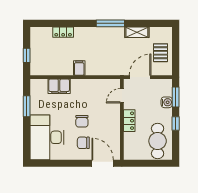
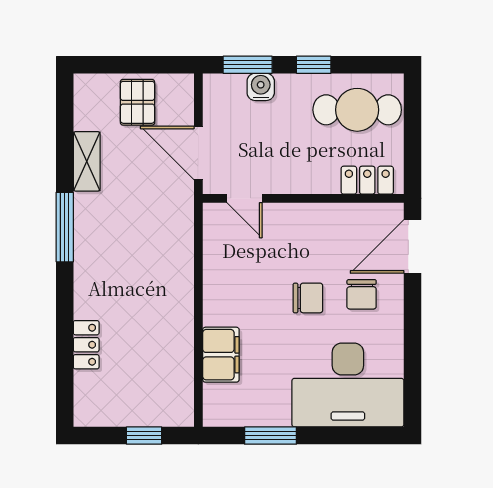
pallet: (161, 53) -> (137, 102), turned 90
filing cabinet: (79, 68) -> (176, 305), removed
locker: (129, 121) -> (367, 180), moved

